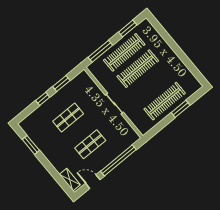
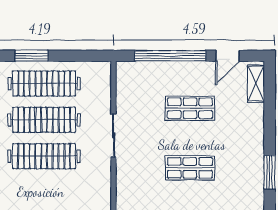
clothes rail: (124, 52) -> (44, 120), moved
door: (93, 182) -> (227, 56), hinge flipped

